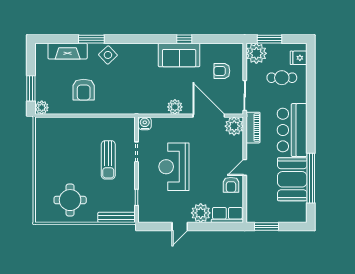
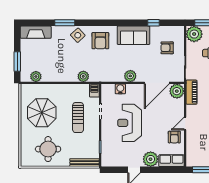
window: (184, 39) -> (154, 23), moved
fireplace: (68, 51) -> (36, 32), moved
armchair: (84, 90) -> (100, 41), moved
plant: (115, 107) -> (83, 76), added
plant: (42, 108) -> (36, 76), moved
door: (209, 116) -> (157, 83), swing flipped
water cooler: (145, 123) -> (120, 89), moved
barbecue: (129, 125) -> (94, 91), added
parasol: (62, 154) -> (42, 113), added

